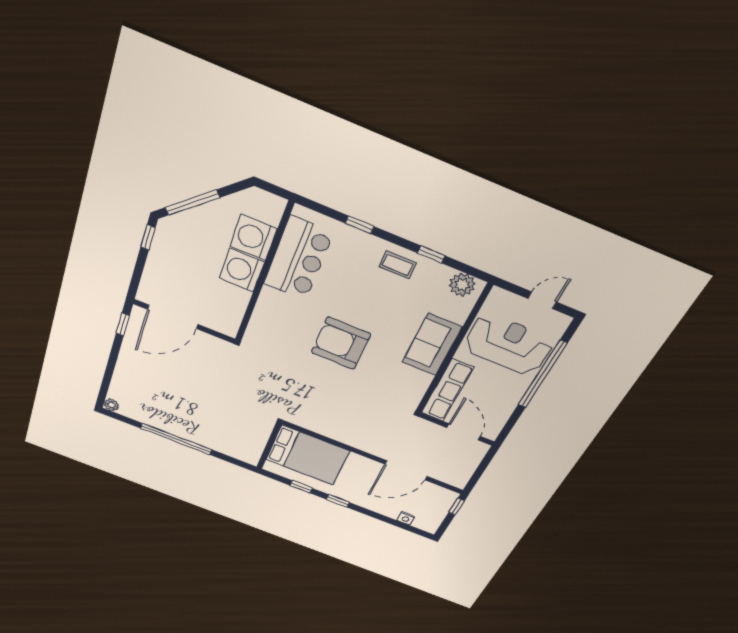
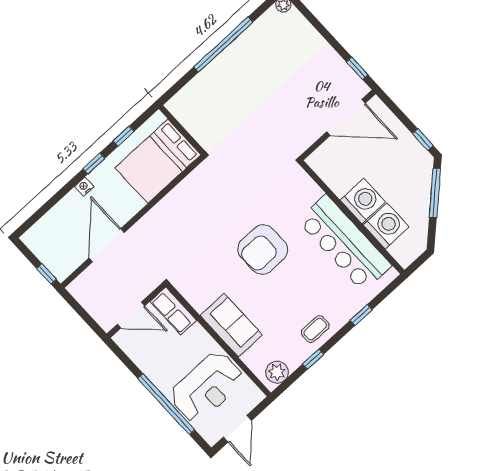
bar counter: (298, 259) -> (345, 243), width x1.36
door: (542, 300) -> (237, 429), width x1.38
door: (173, 317) -> (346, 117), swing flipped
armchair: (341, 343) -> (263, 249), turned 180
row of seats: (447, 390) -> (173, 311), width x0.68
nightstand: (406, 518) -> (84, 187), moved

